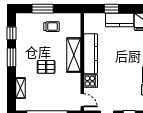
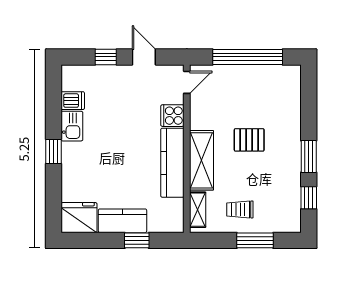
shelving: (21, 88) -> (198, 210), moved
door: (82, 100) -> (187, 82), swing flipped

